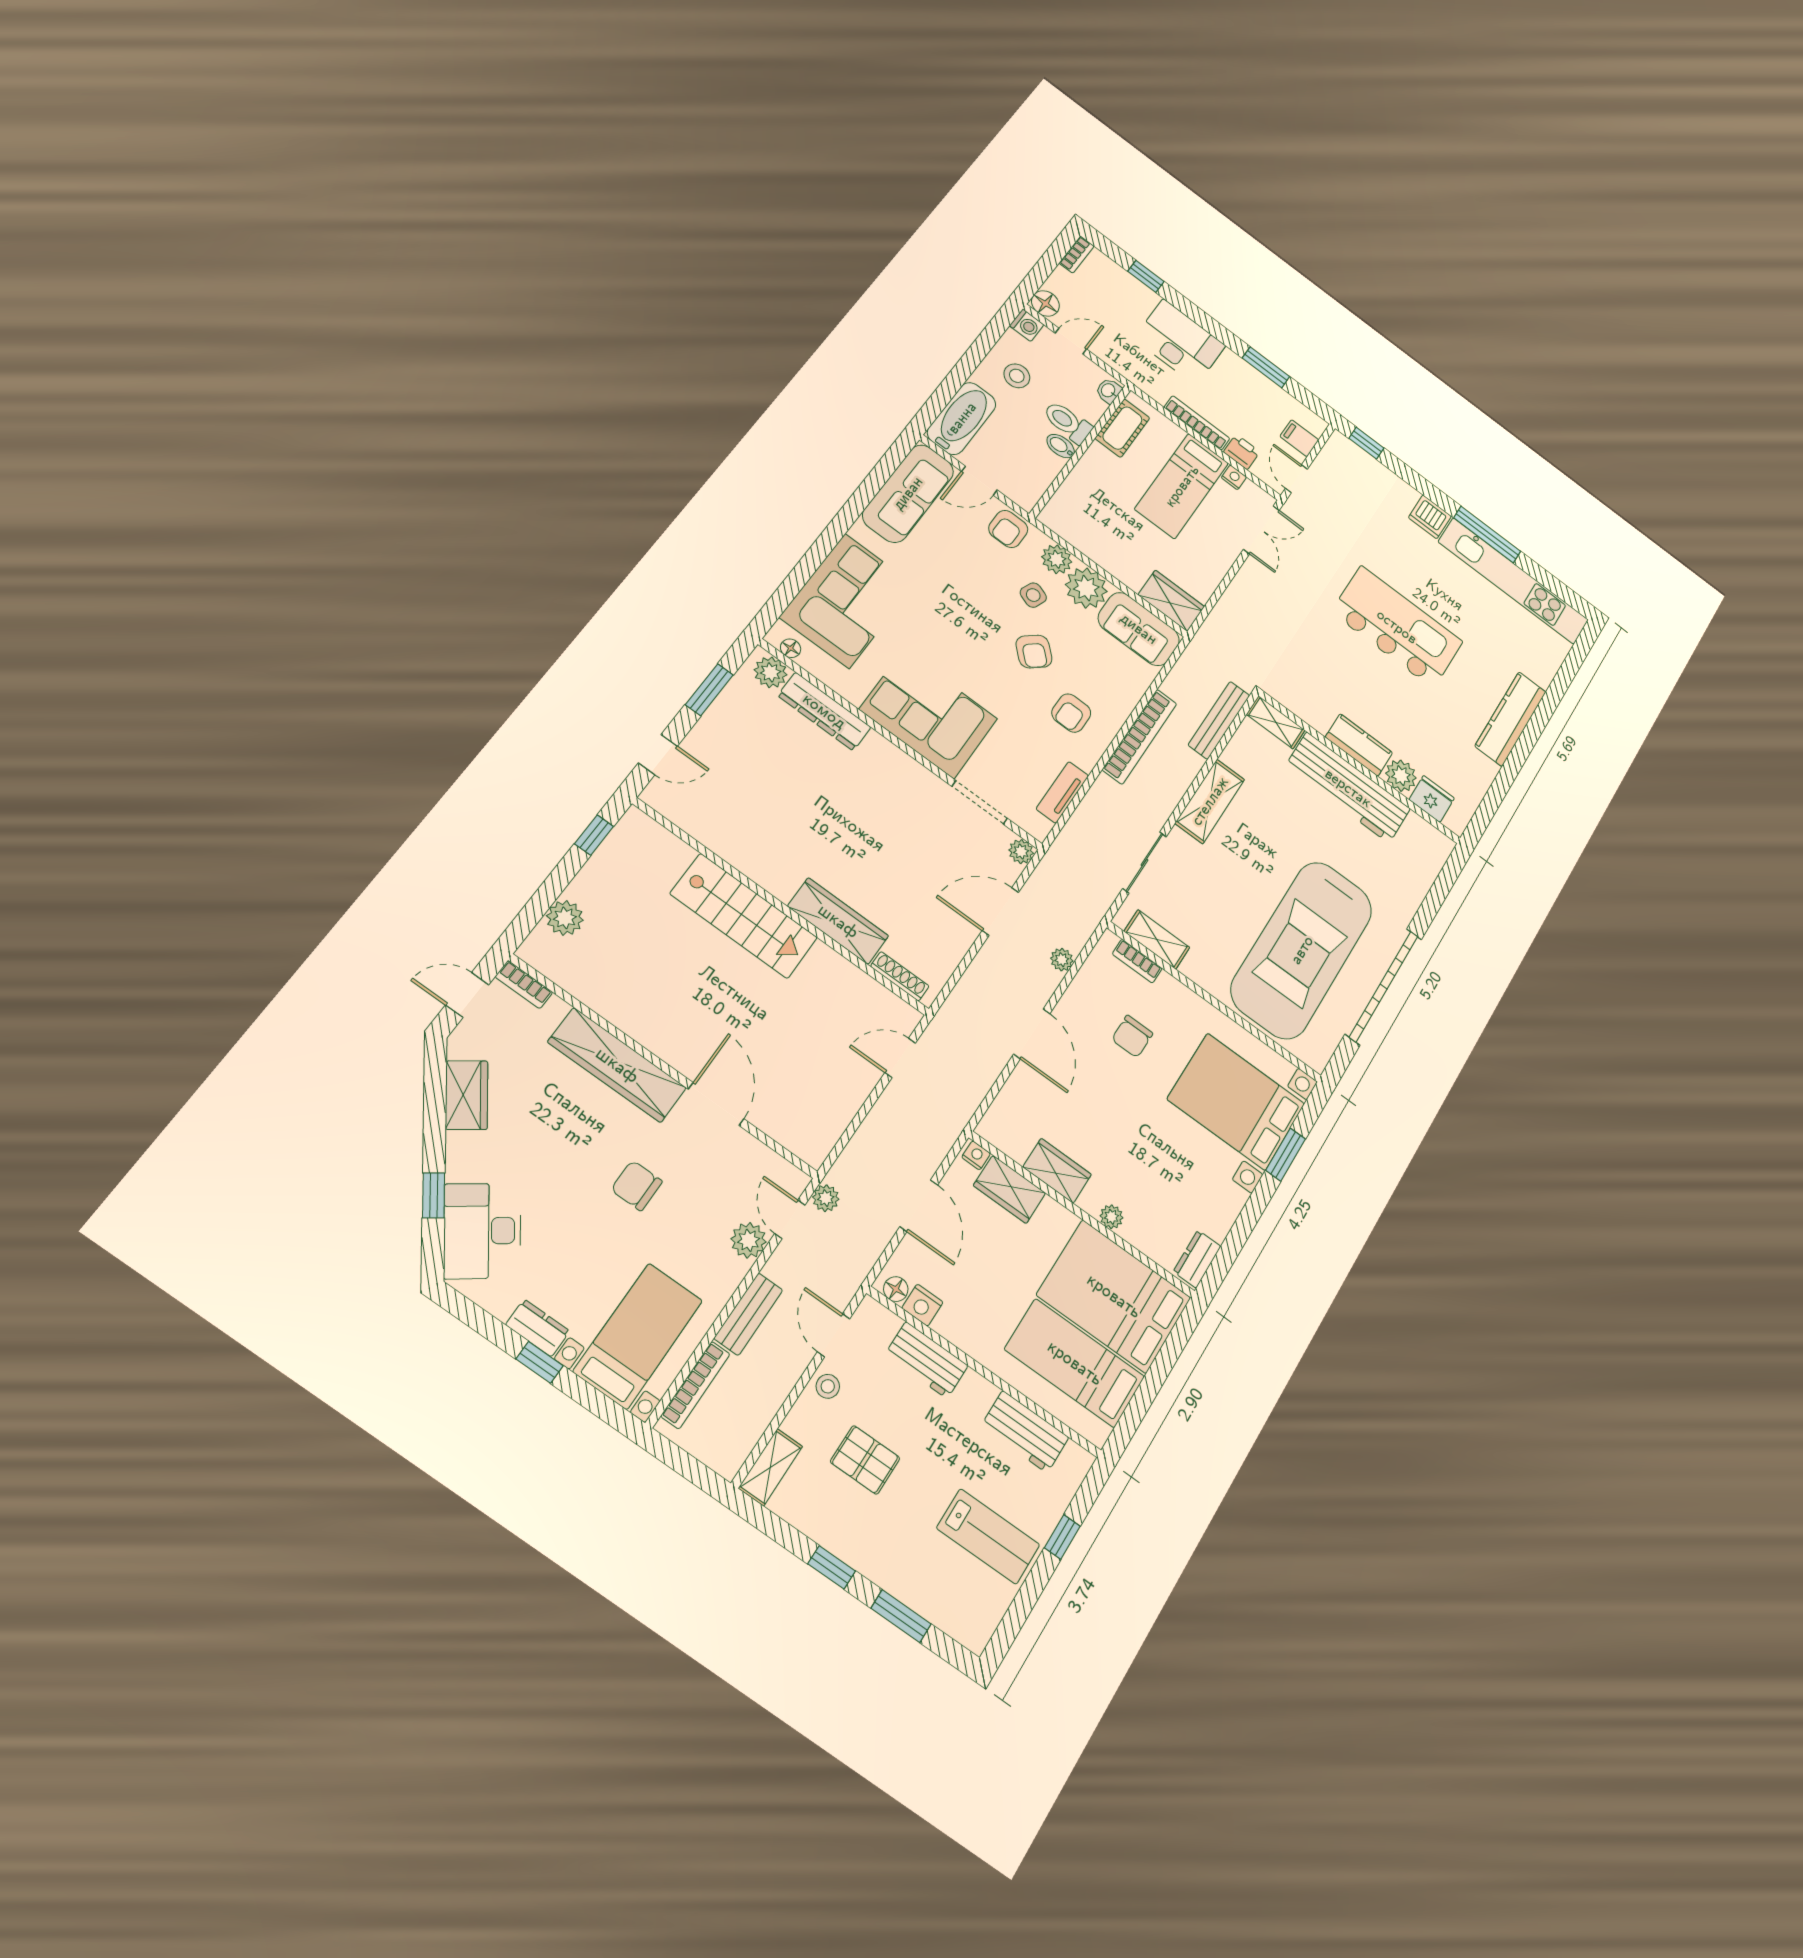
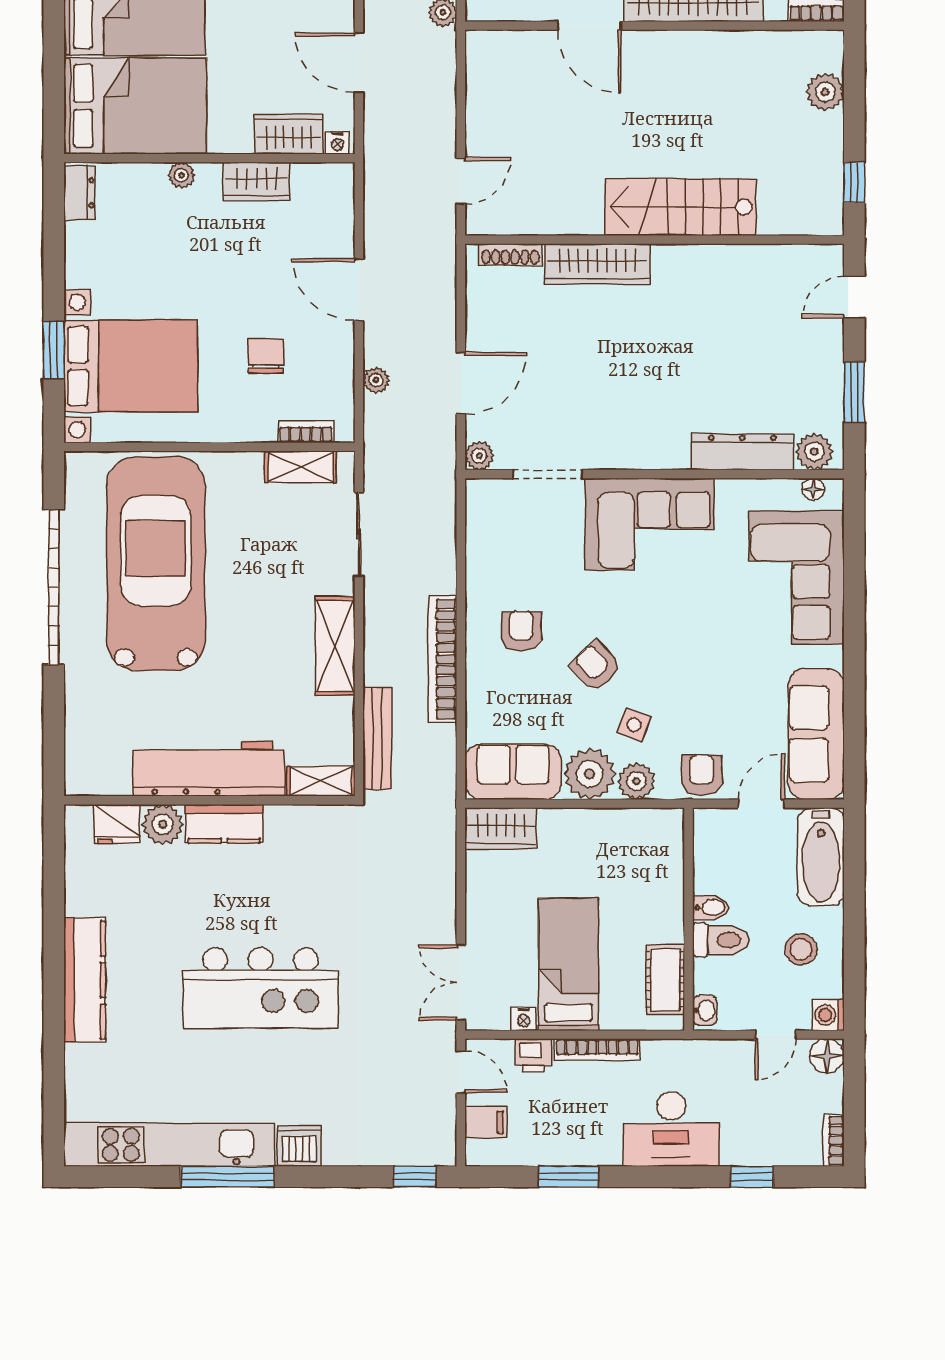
tv unit: (1062, 792) -> (479, 544), removed

